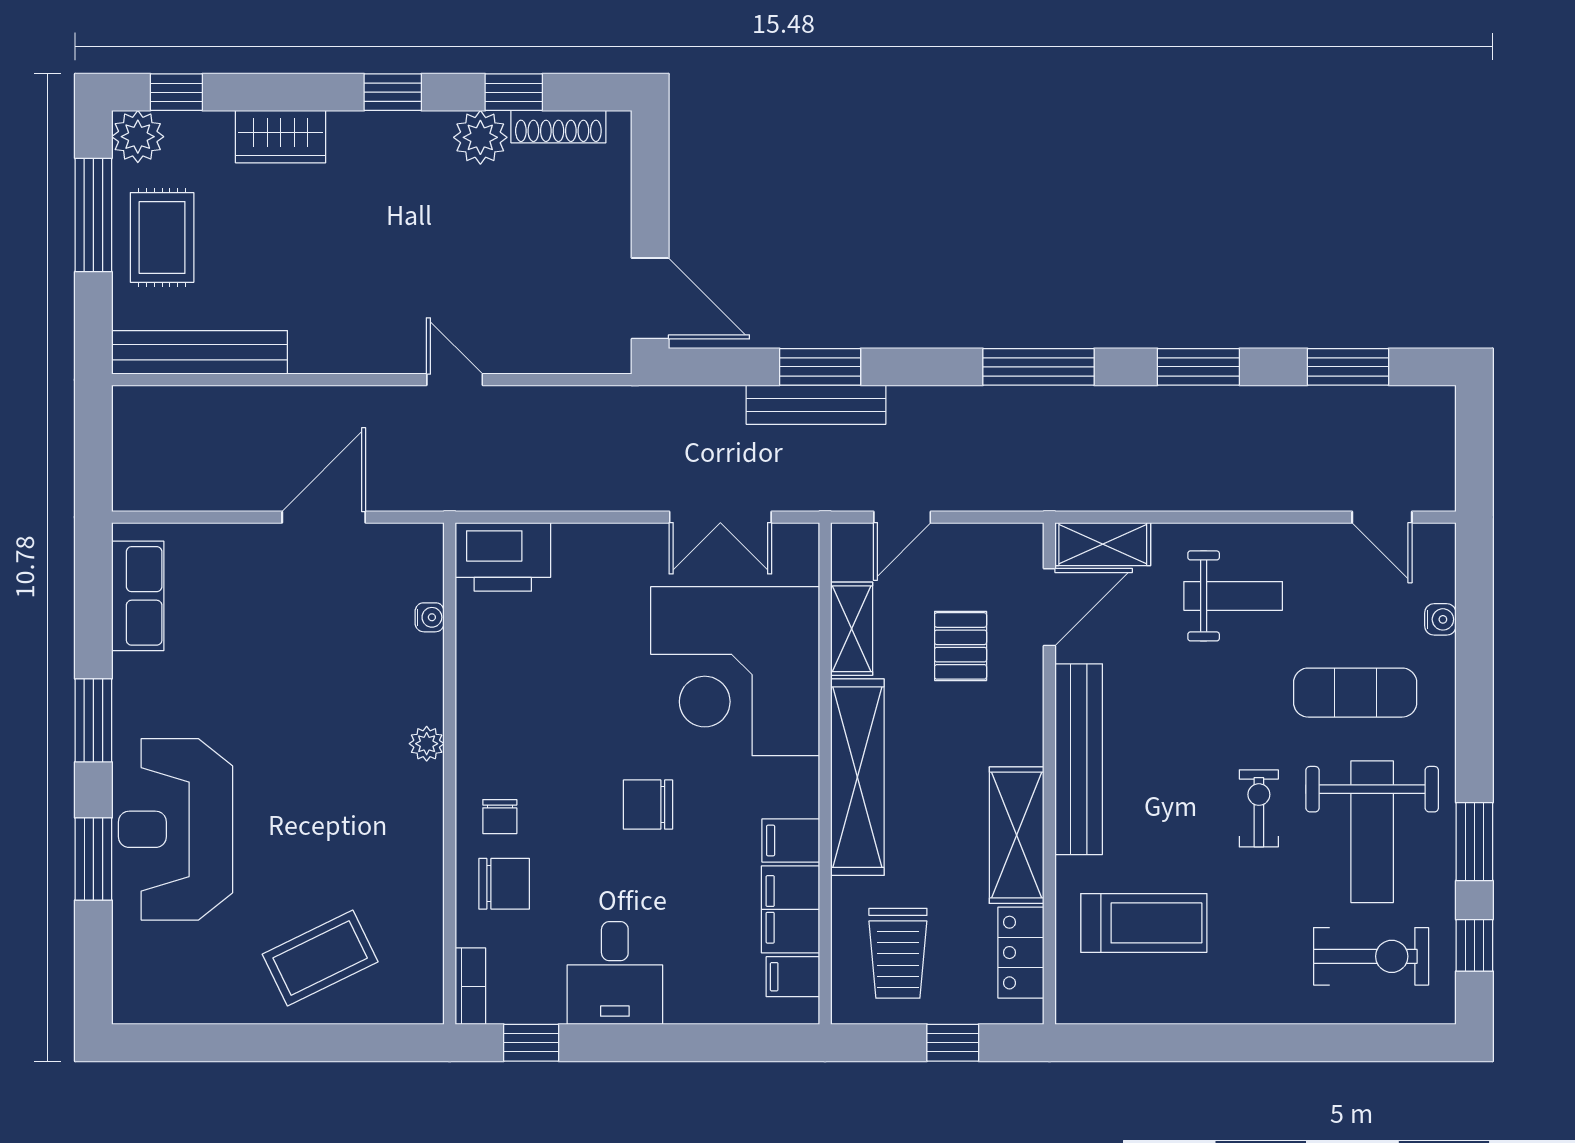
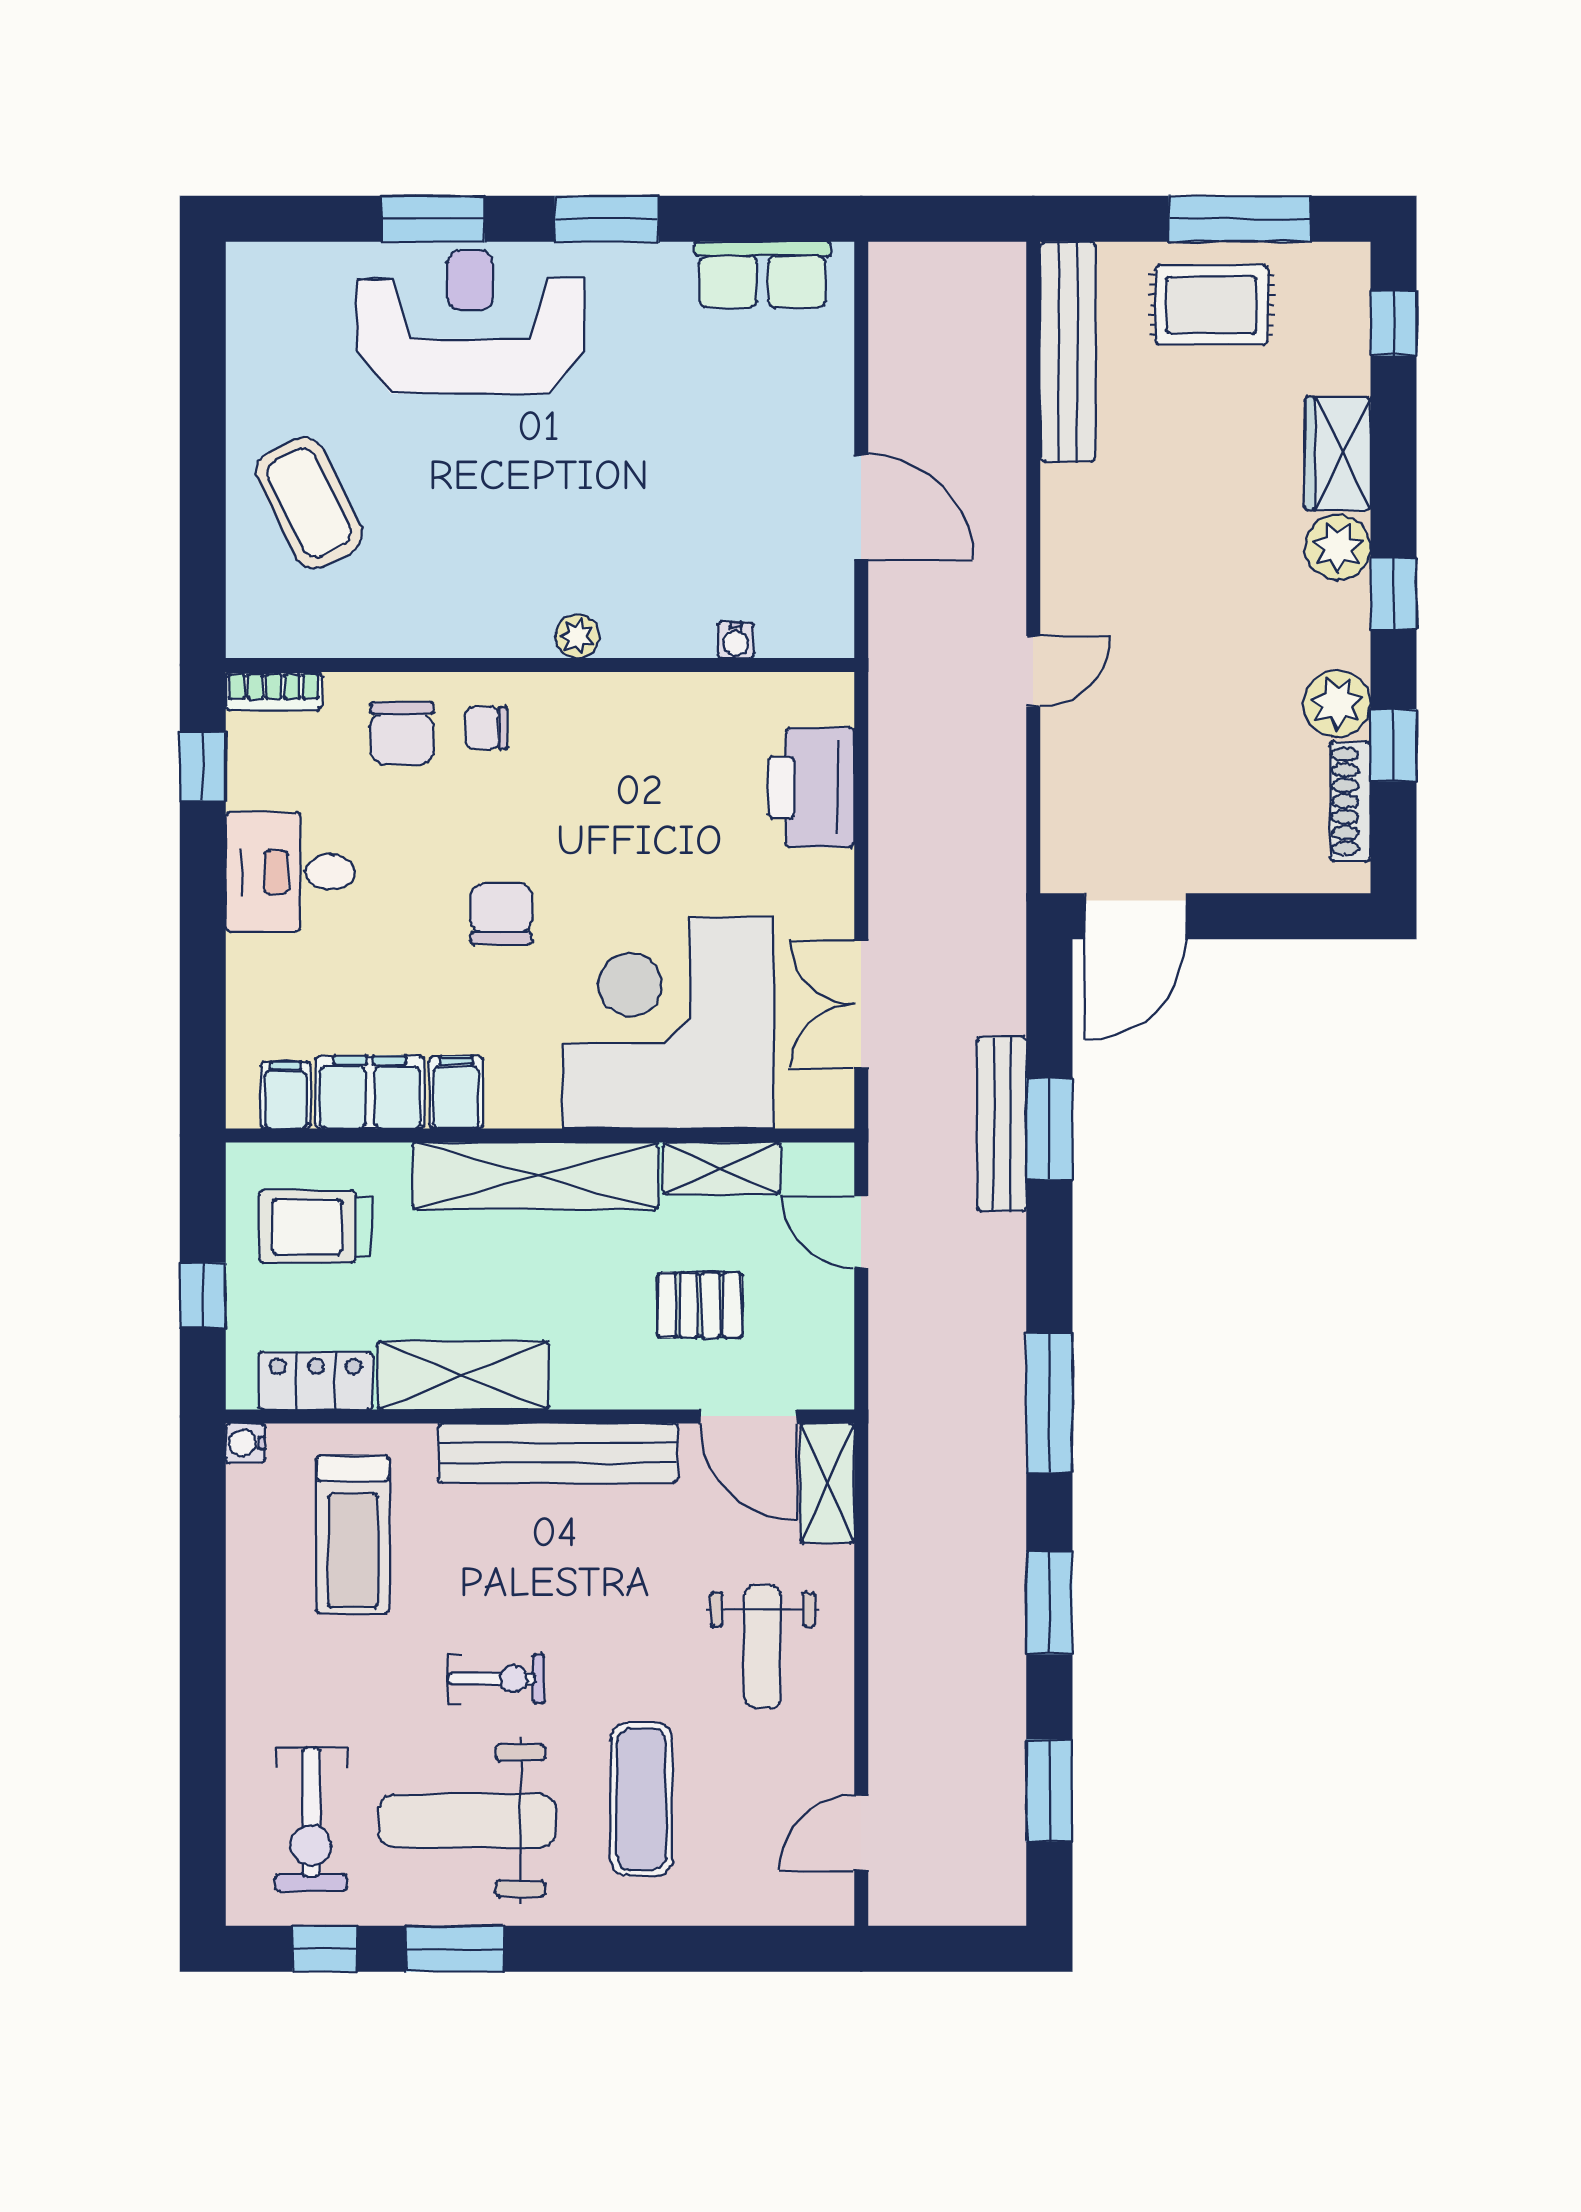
plant: (138, 137) -> (1338, 547), moved
printer: (503, 557) -> (811, 787), moved
water cooler: (1440, 619) -> (245, 1443), moved, turned 90

